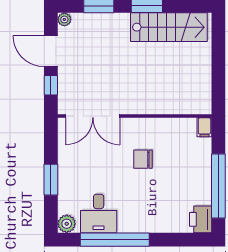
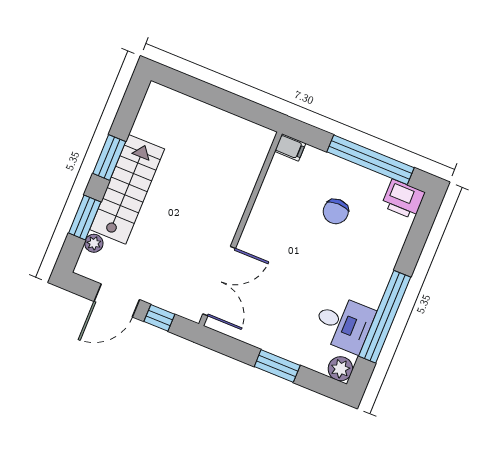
plant: (64, 19) -> (94, 243), moved
stairs: (169, 27) -> (127, 189), moved
chair: (143, 159) -> (336, 211), moved

